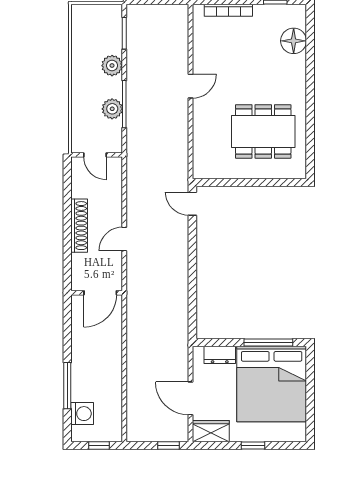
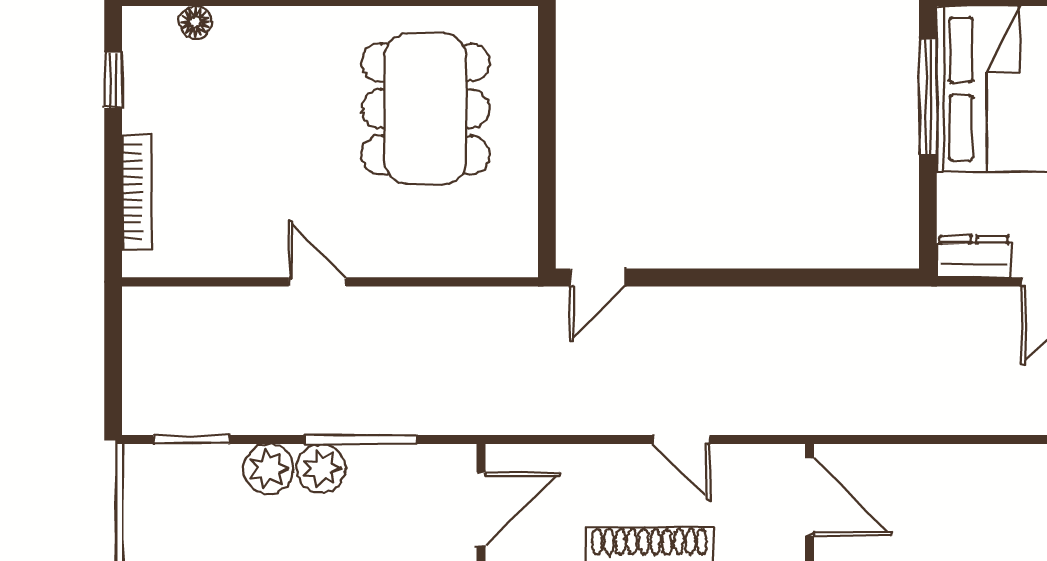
floor lamp: (294, 41) -> (195, 22), width x0.53, depth x0.53
plant: (112, 109) -> (321, 468), moved
door: (95, 155) -> (481, 510), width x1.38
dresser: (220, 355) -> (974, 257), moved, turned -90

